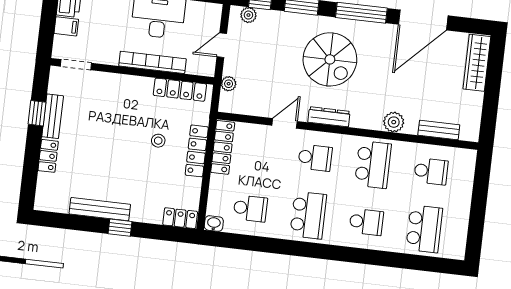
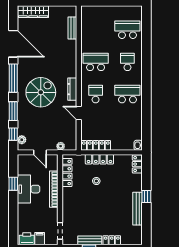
plant: (394, 122) -> (71, 53), removed
school desk: (431, 171) -> (96, 30), removed
school desk: (250, 208) -> (127, 126), removed

